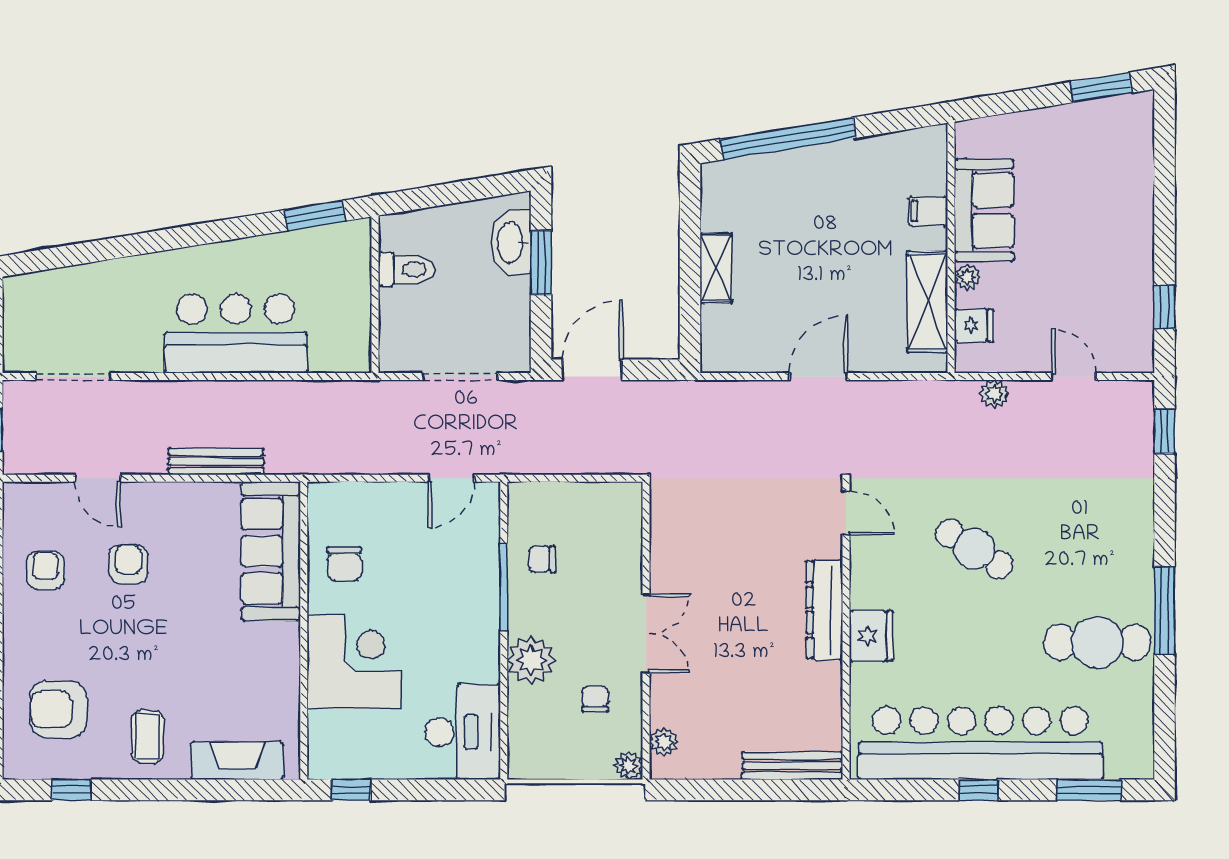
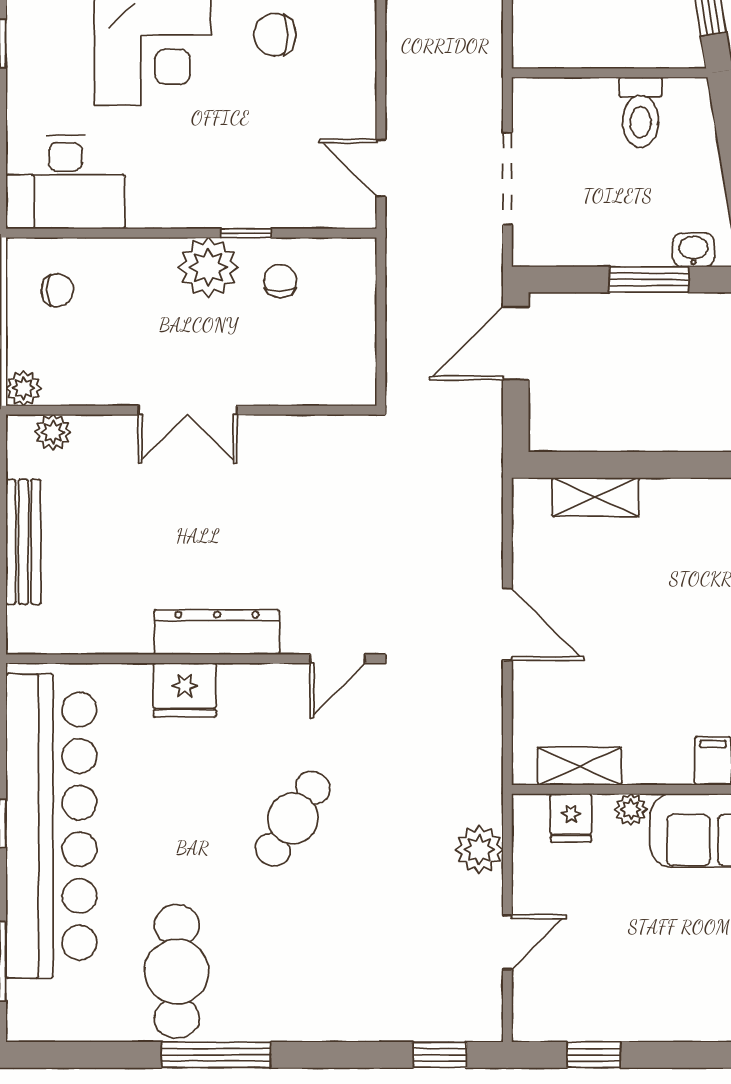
washbasin: (511, 242) -> (694, 250), width x0.52, depth x0.69
shelving: (716, 268) -> (595, 497), moved
shelving: (927, 302) -> (580, 766), width x0.67, depth x0.75
door: (592, 370) -> (516, 343), swing flipped
plant: (994, 394) -> (479, 849), width x1.38, depth x1.38
window: (504, 587) -> (246, 233), width x0.46
plant: (531, 660) -> (208, 267), moved
chair: (595, 699) -> (57, 290), moved
bench: (792, 766) -> (23, 542), moved

